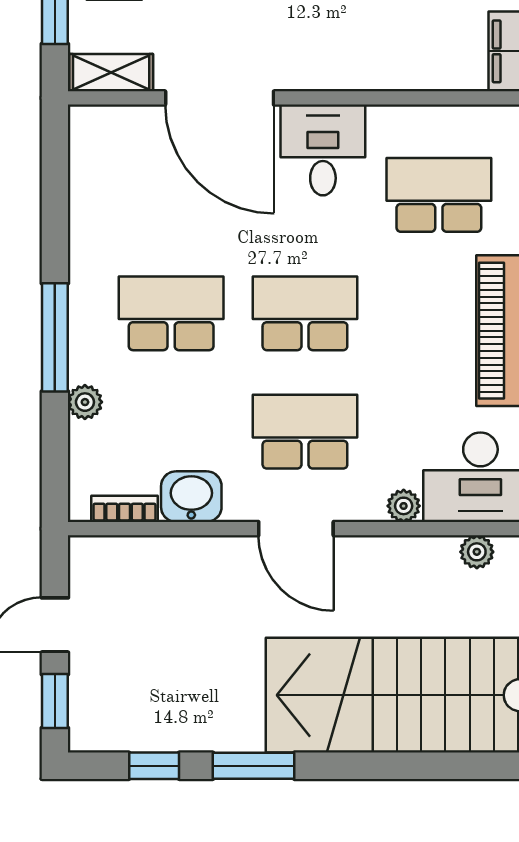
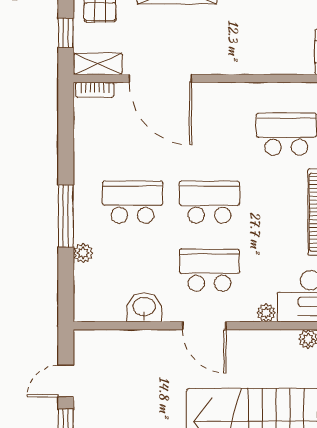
desk: (323, 150) -> (220, 108), removed
bookcase: (125, 509) -> (95, 90), moved, turned 180

